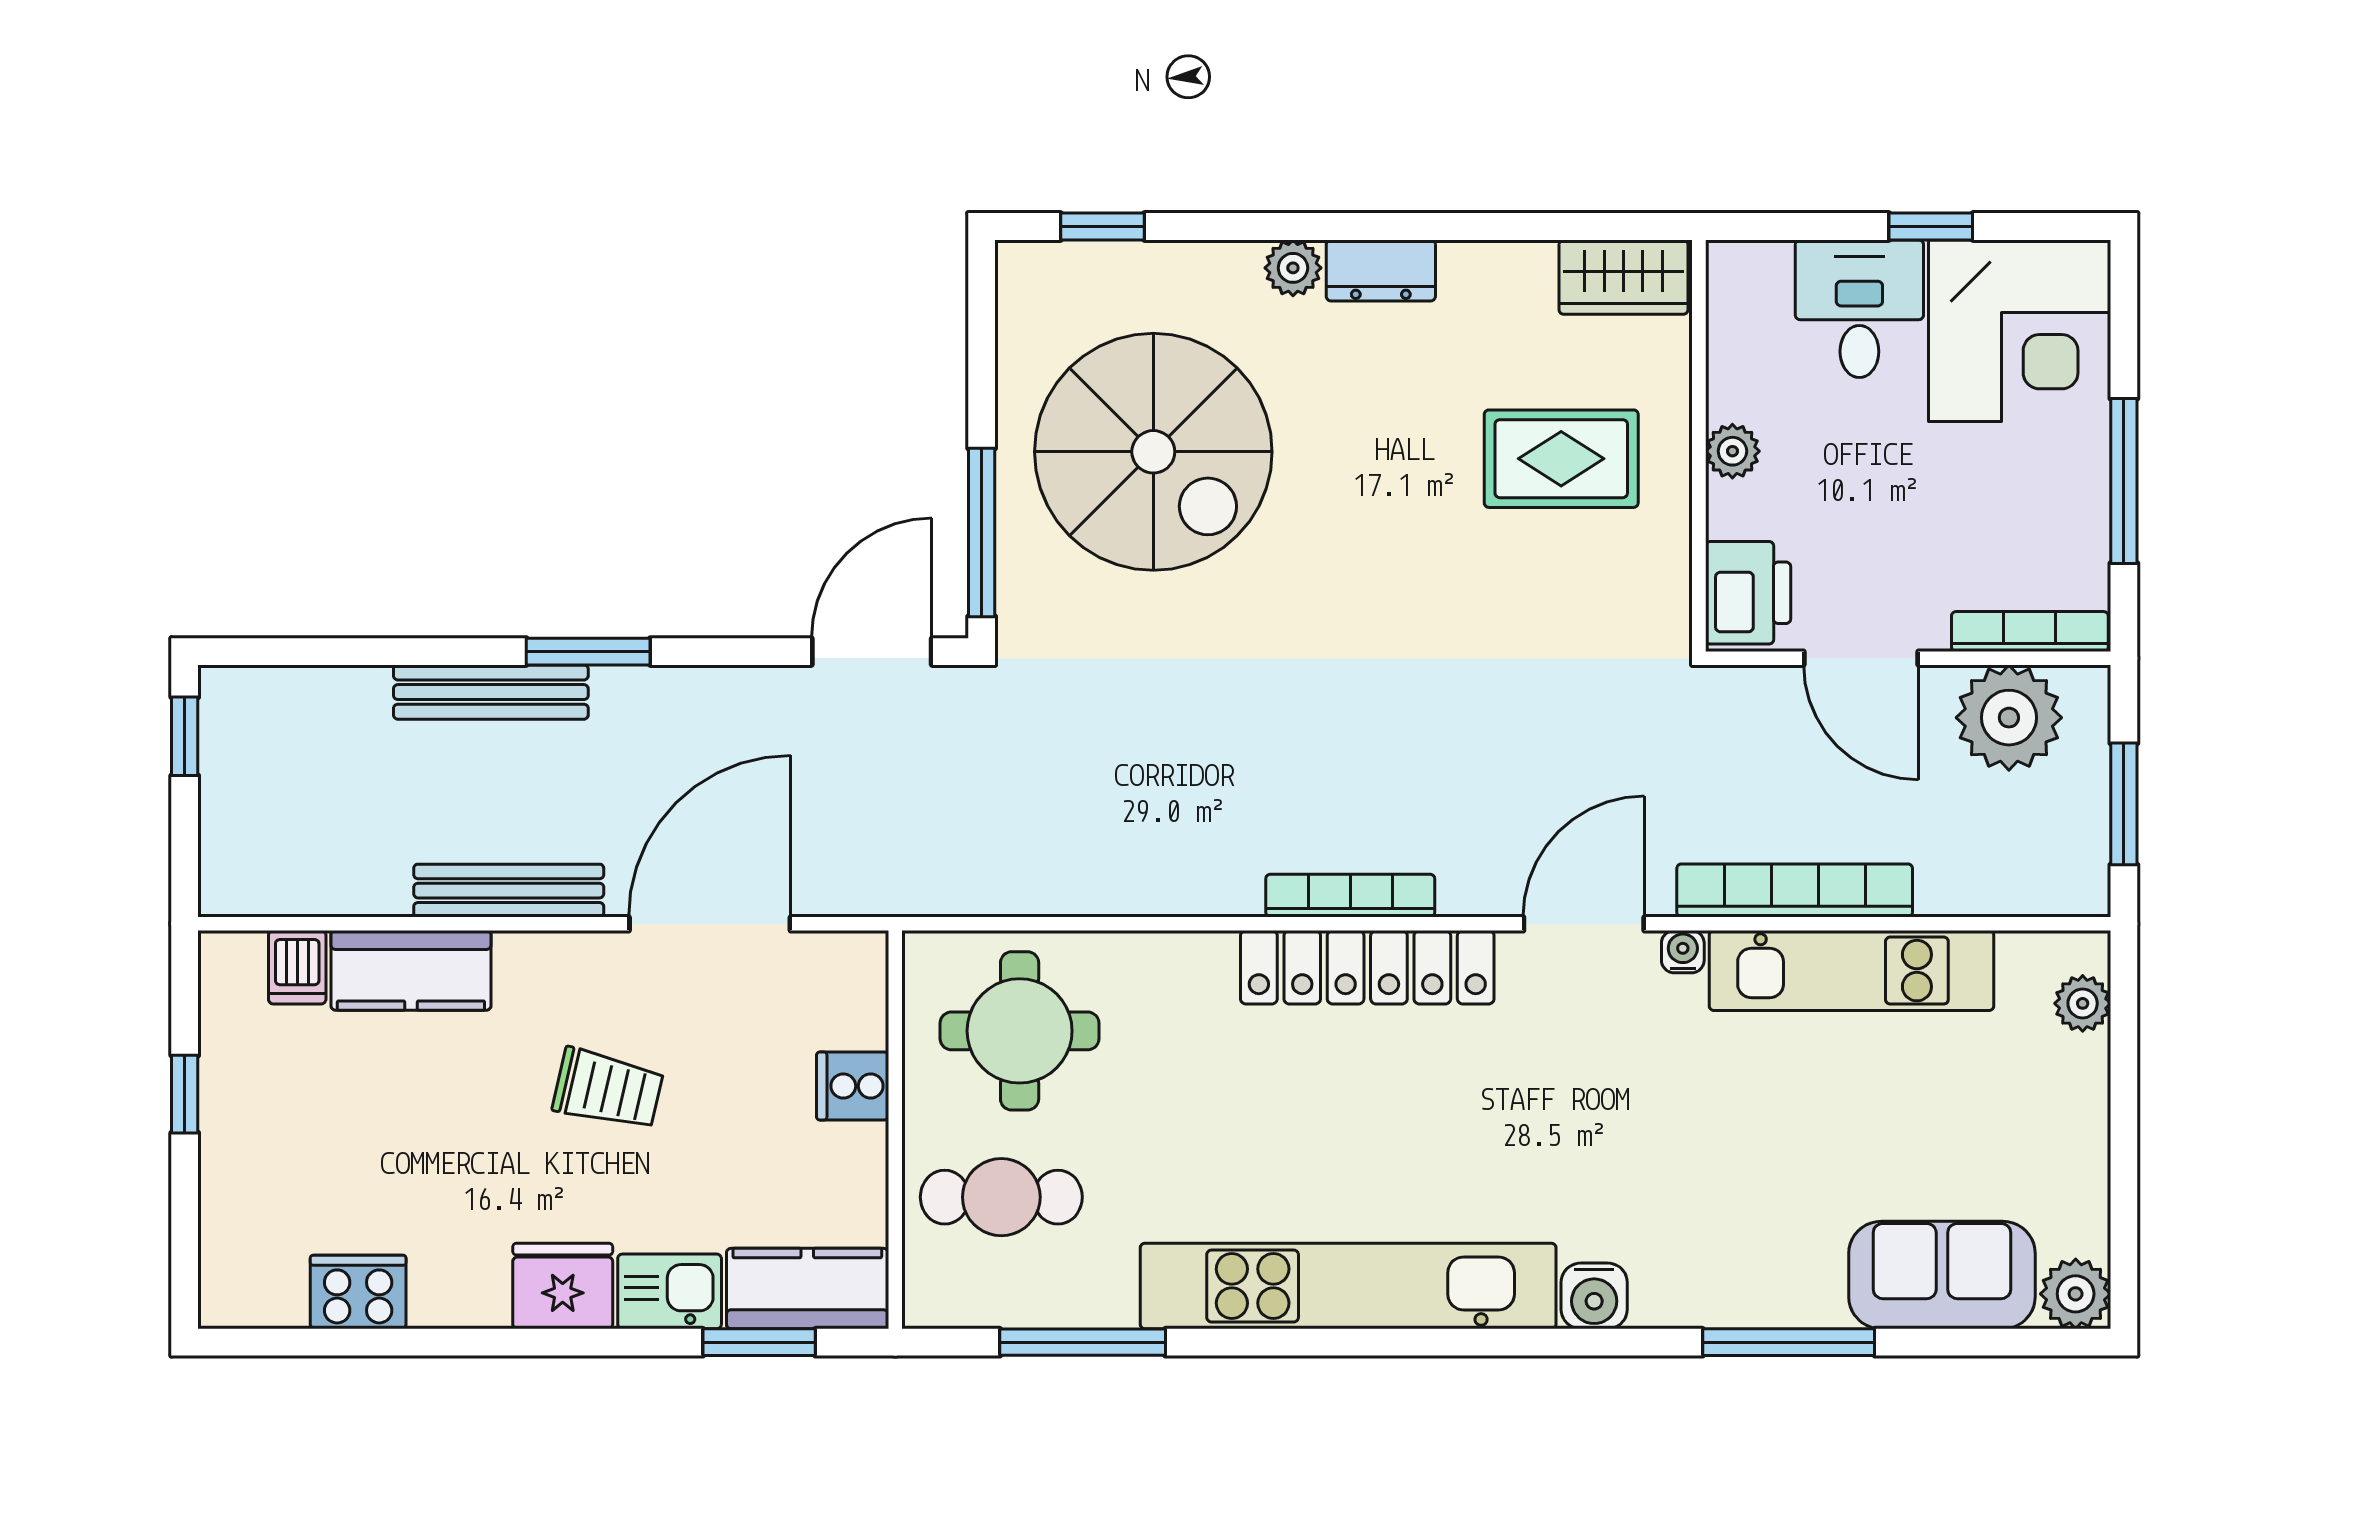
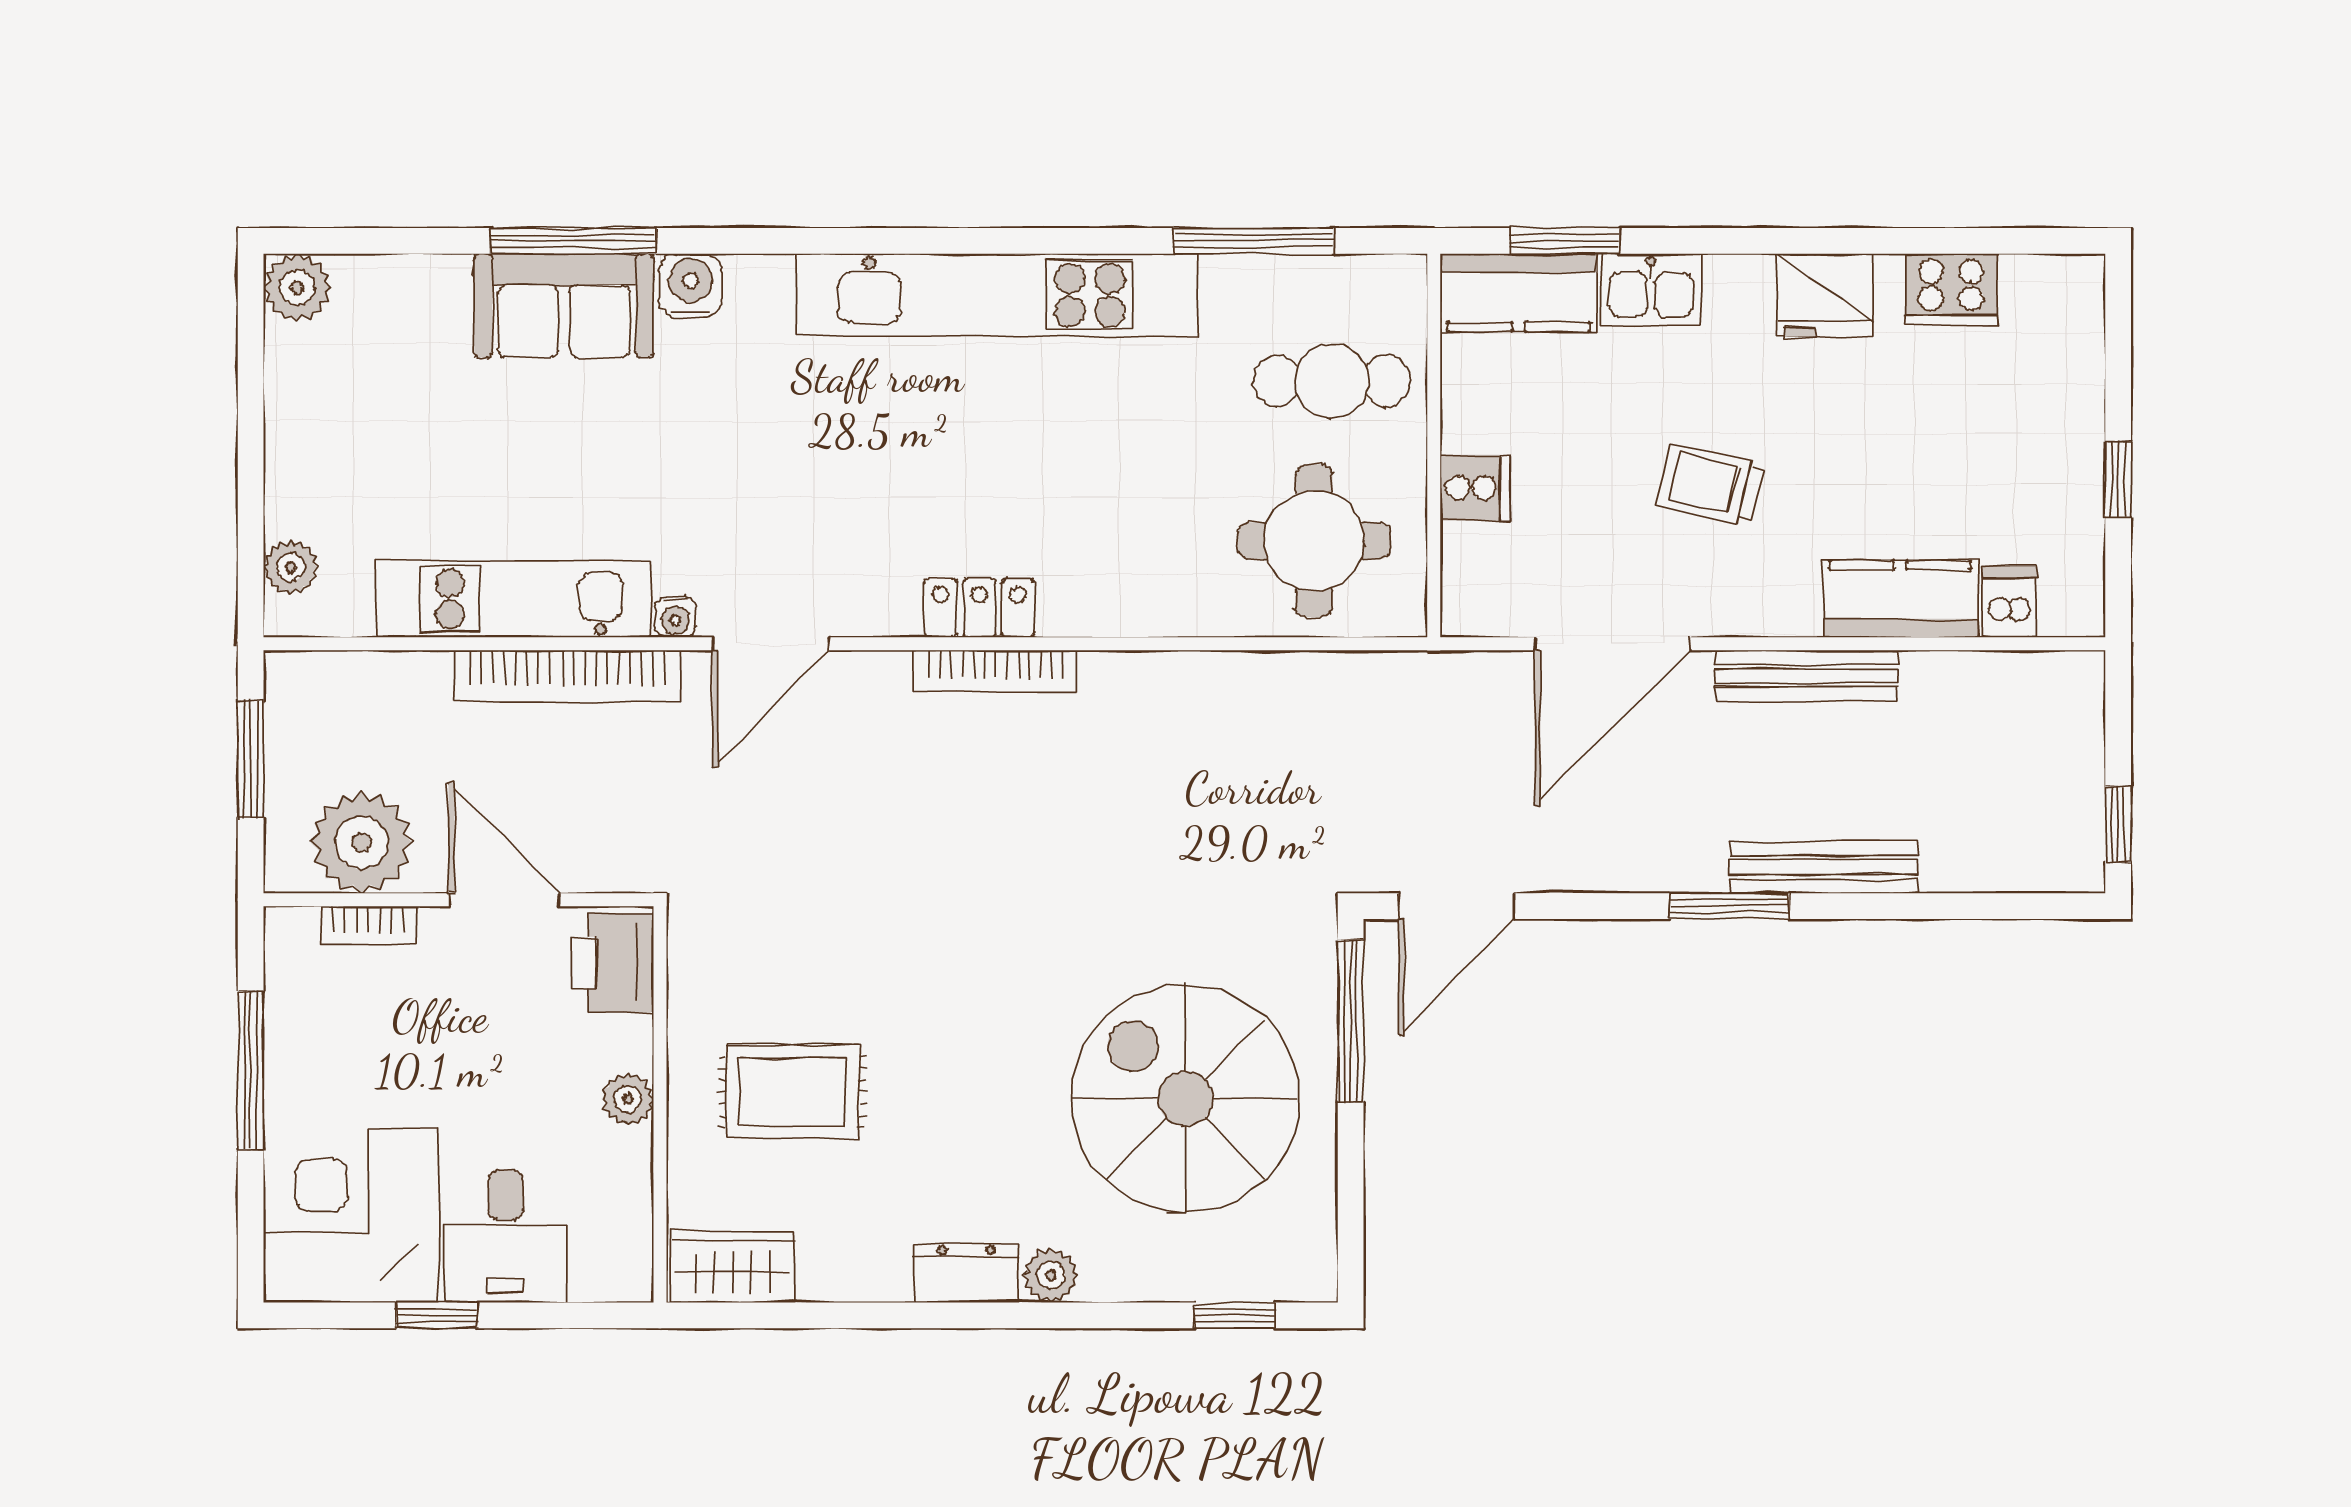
bookcase: (2030, 631) -> (368, 925), width x0.64
locker: (1367, 967) -> (979, 608), width x0.46, depth x0.83
sofa: (1942, 1275) -> (564, 306), moved
fridge: (563, 1286) -> (1825, 295), moved
water cooler: (1594, 1296) -> (691, 286), moved

